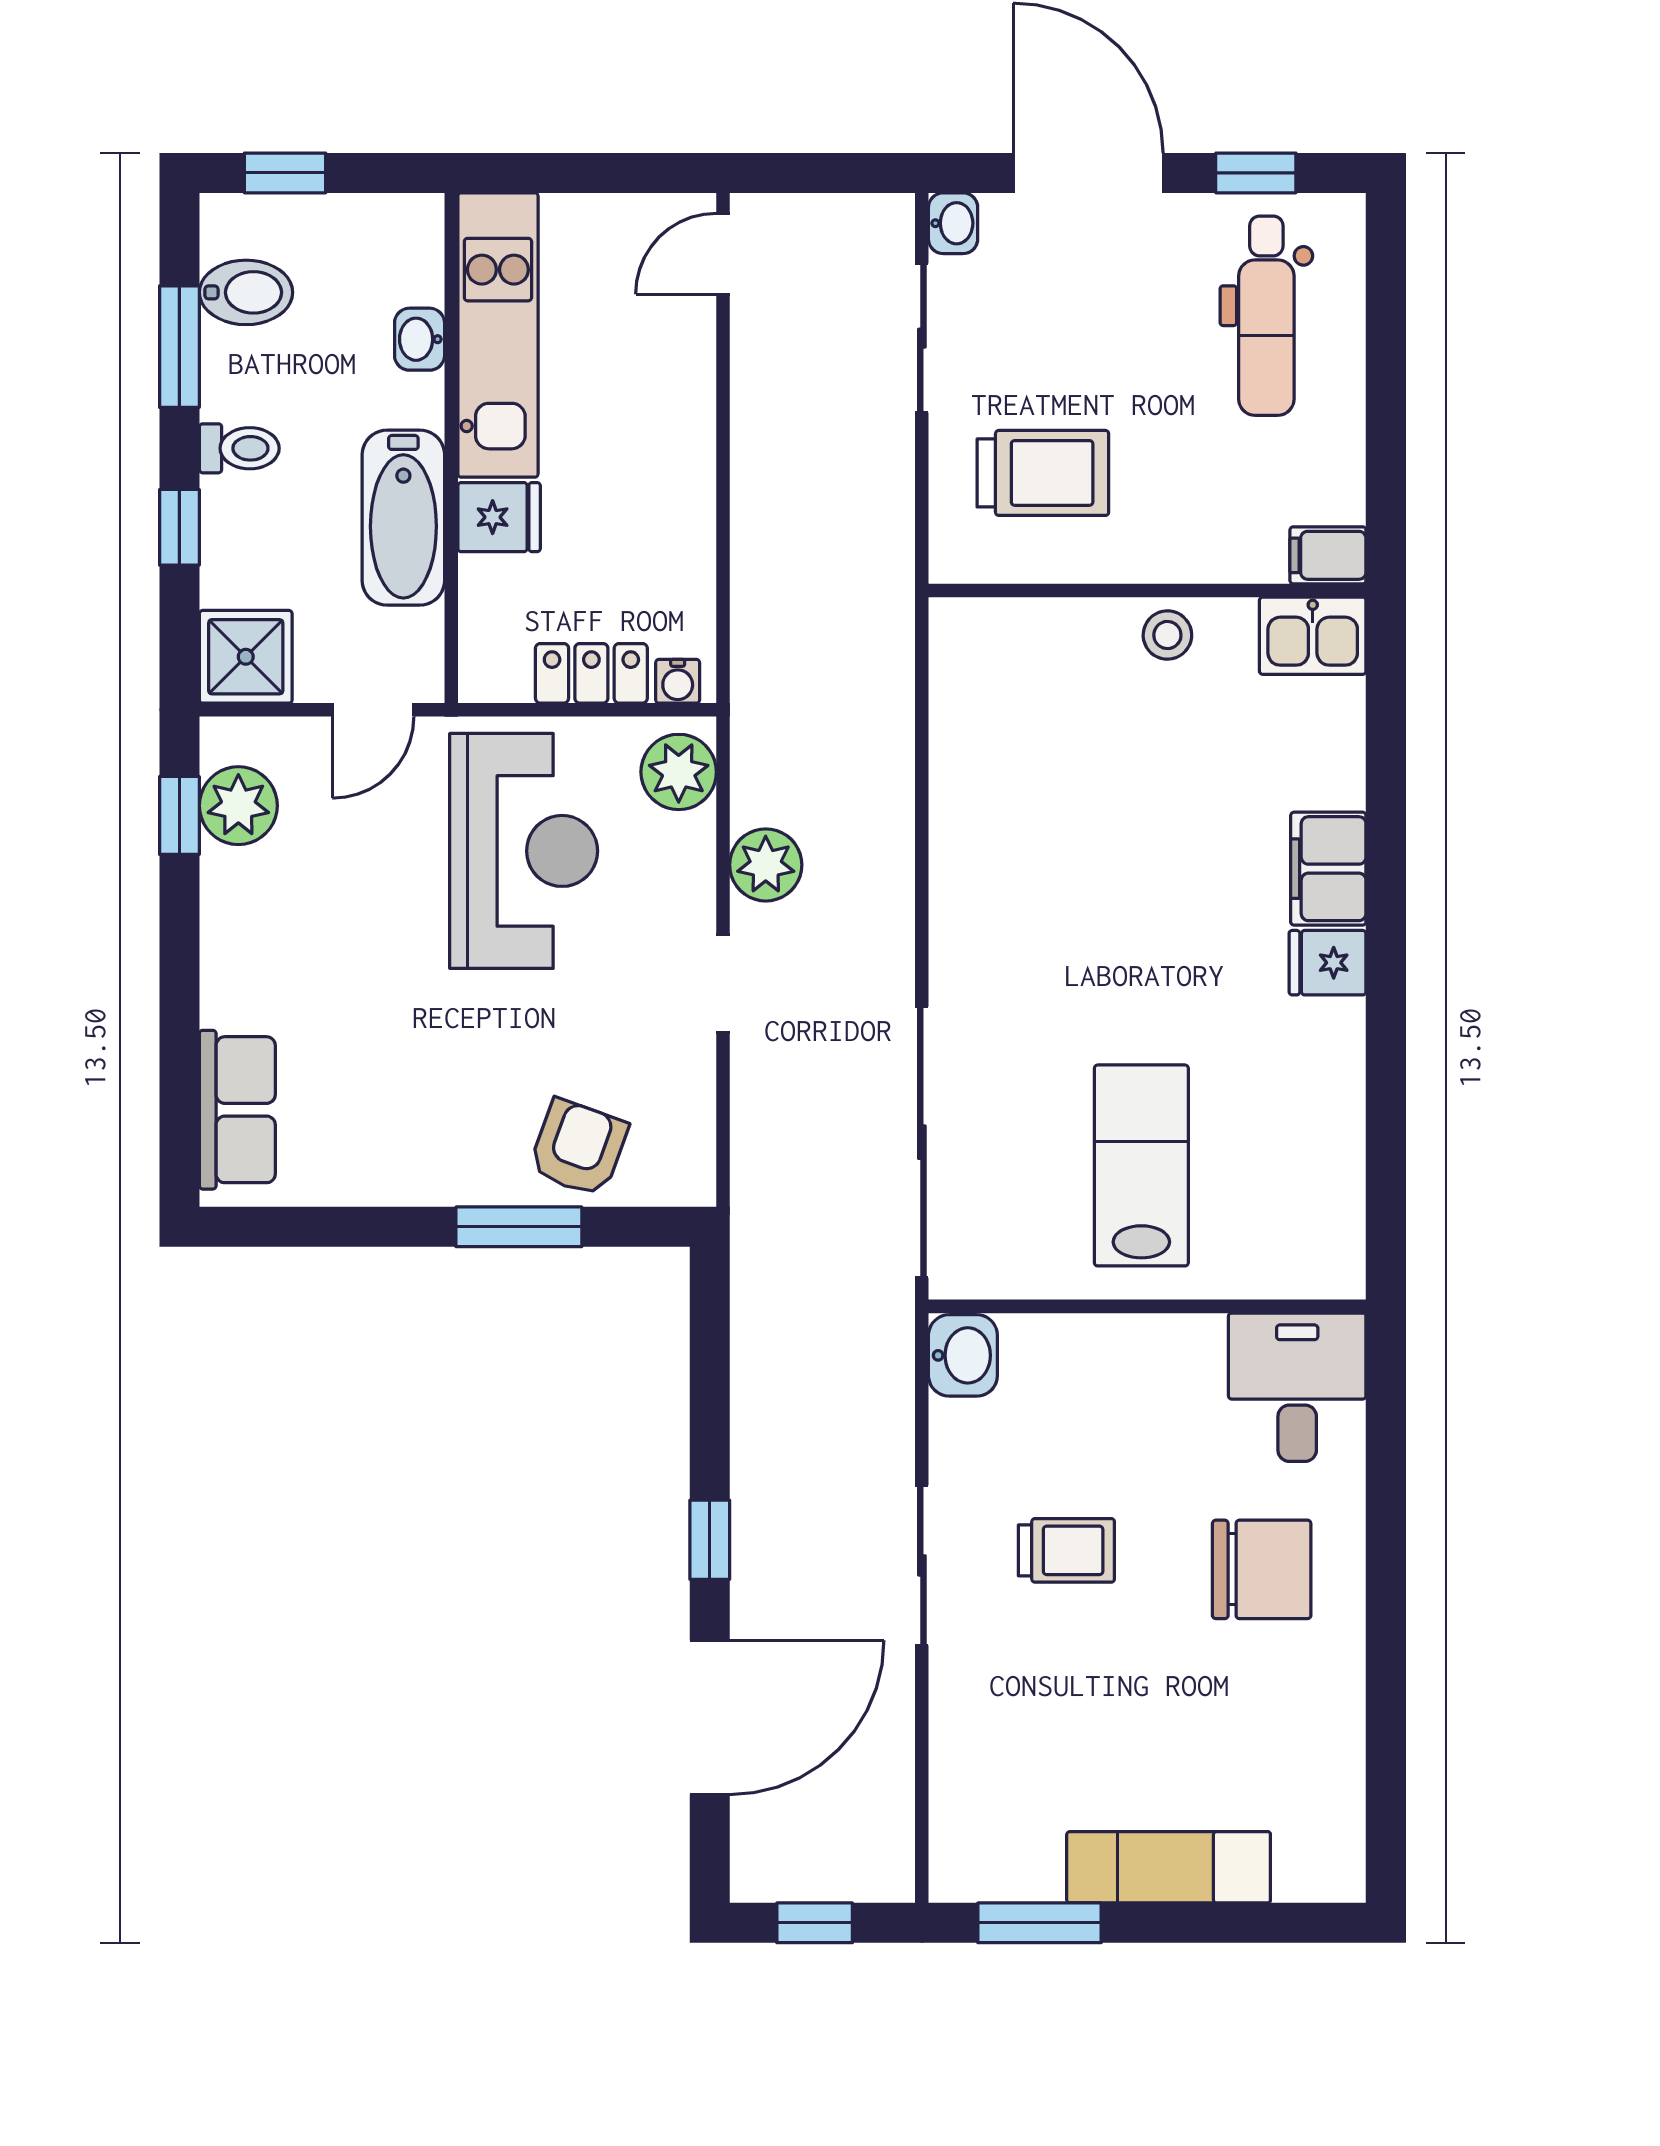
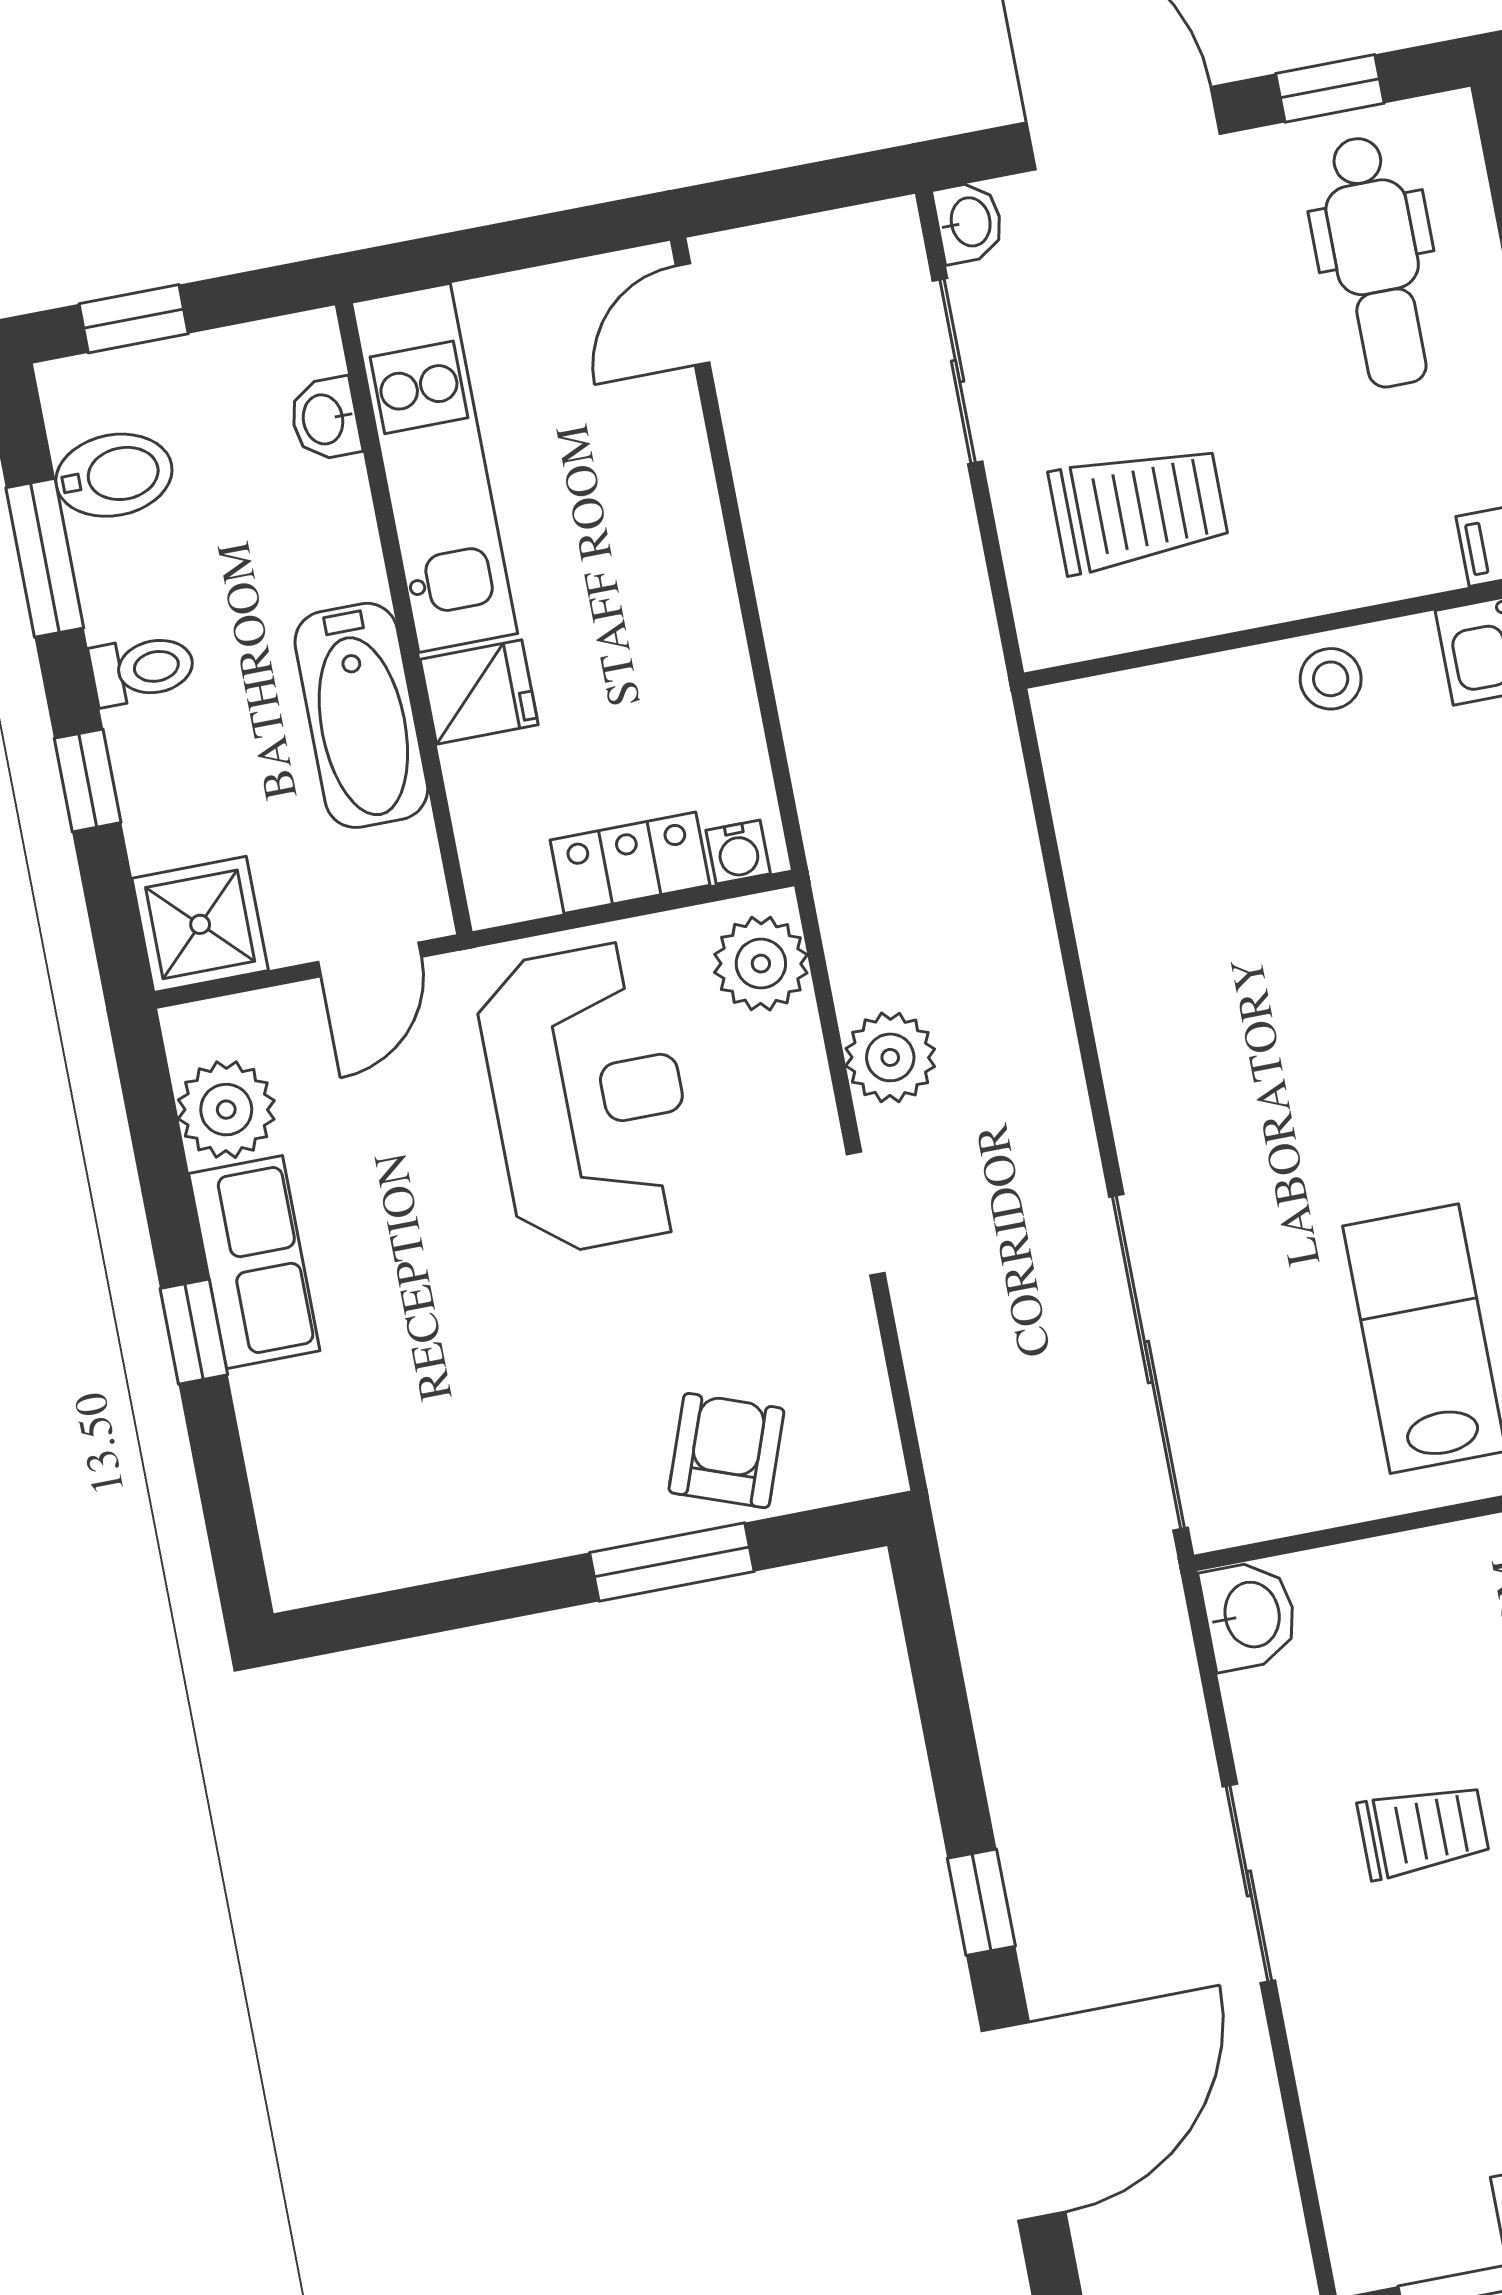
washbasin: (420, 339) -> (325, 419), moved
window: (179, 815) -> (194, 1332), moved
row of seats: (237, 1110) -> (254, 1262), moved

